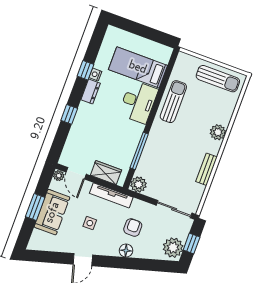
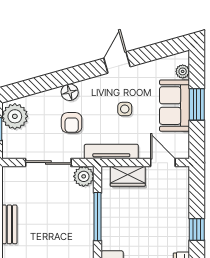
plant: (59, 176) -> (183, 71), moved
sliding door: (174, 209) -> (48, 163), moved

